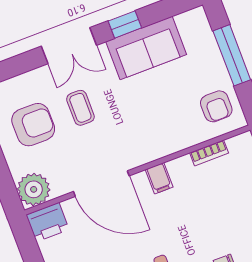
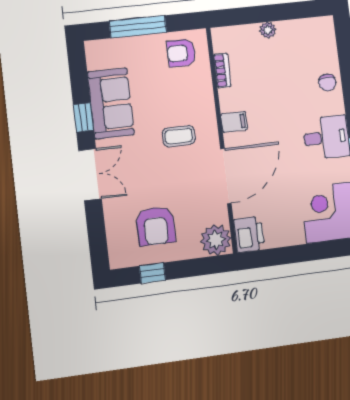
armchair: (216, 106) -> (181, 53), turned 180
coffee table: (80, 108) -> (179, 136), moved
armchair: (33, 125) -> (156, 226), turned 180

